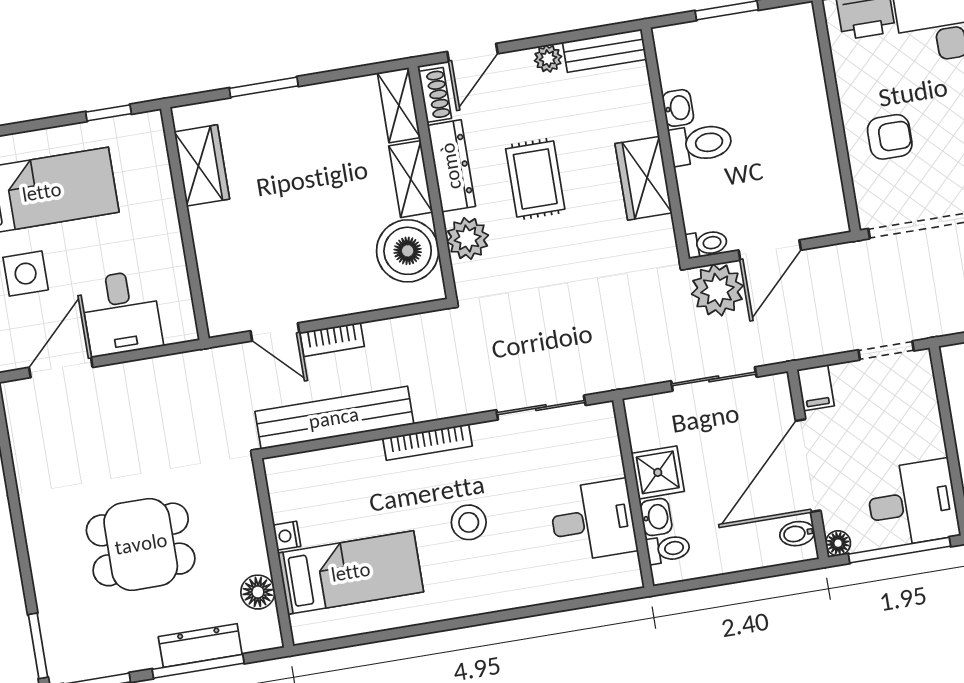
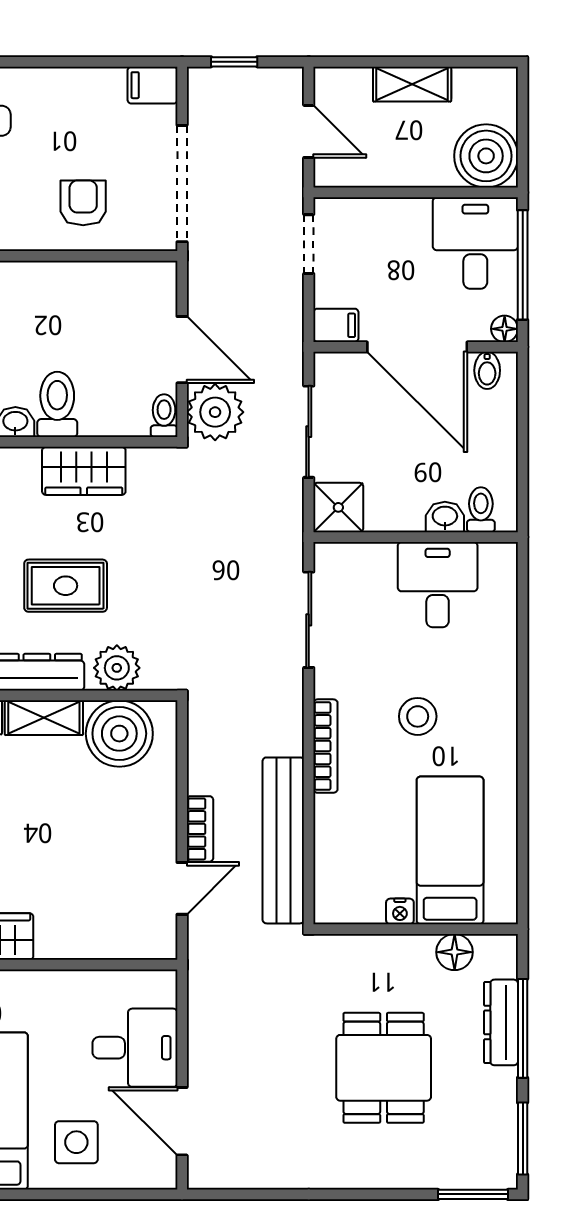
shower: (658, 472) -> (338, 507), moved

